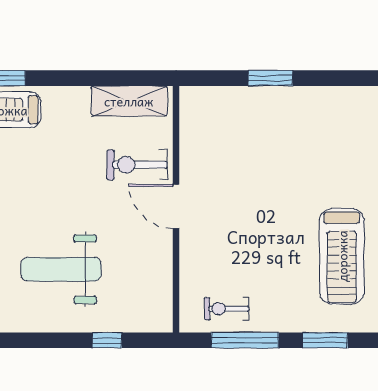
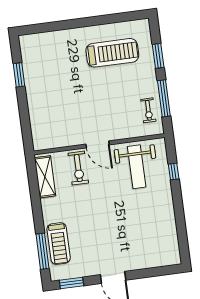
window: (270, 78) -> (19, 75), moved
door: (176, 206) -> (98, 144), hinge flipped
weight bench: (61, 269) -> (137, 167), moved

